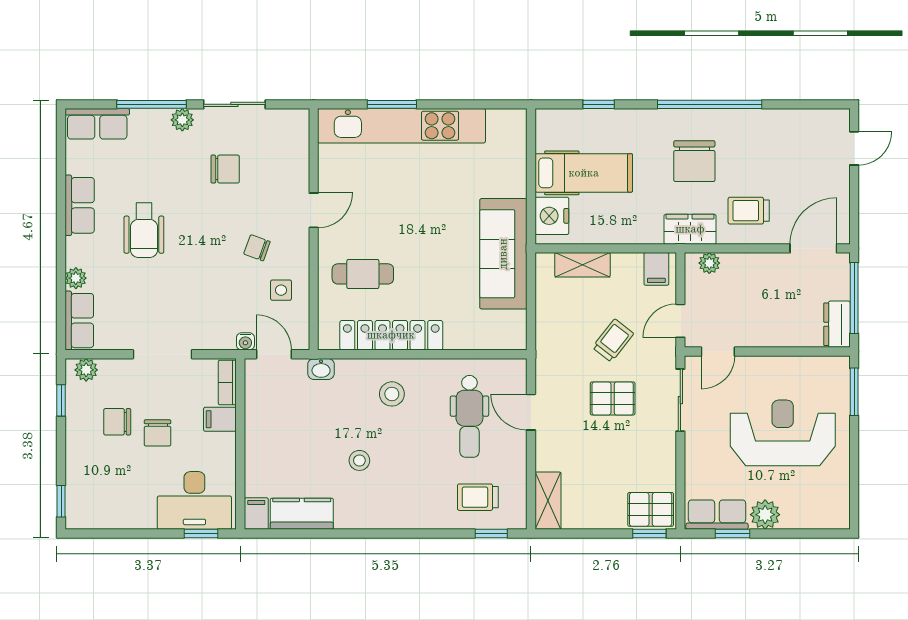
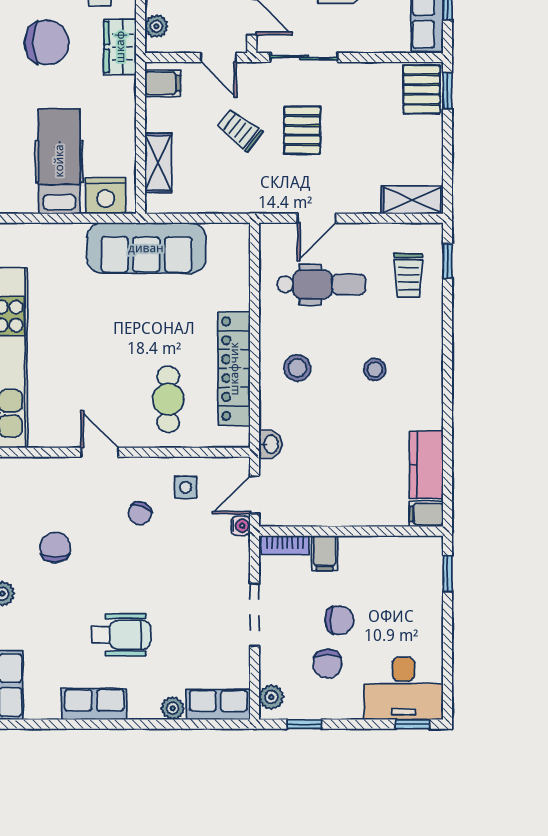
stool: (359, 460) -> (375, 369), moved
desk: (194, 500) -> (403, 689), moved, turned 90

